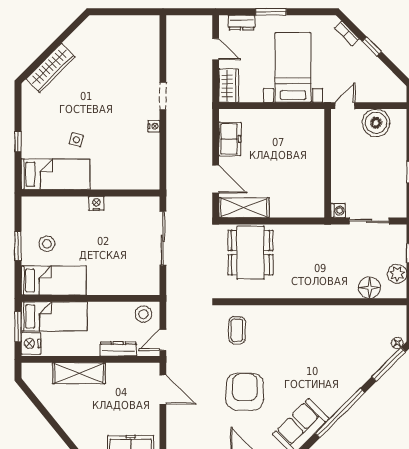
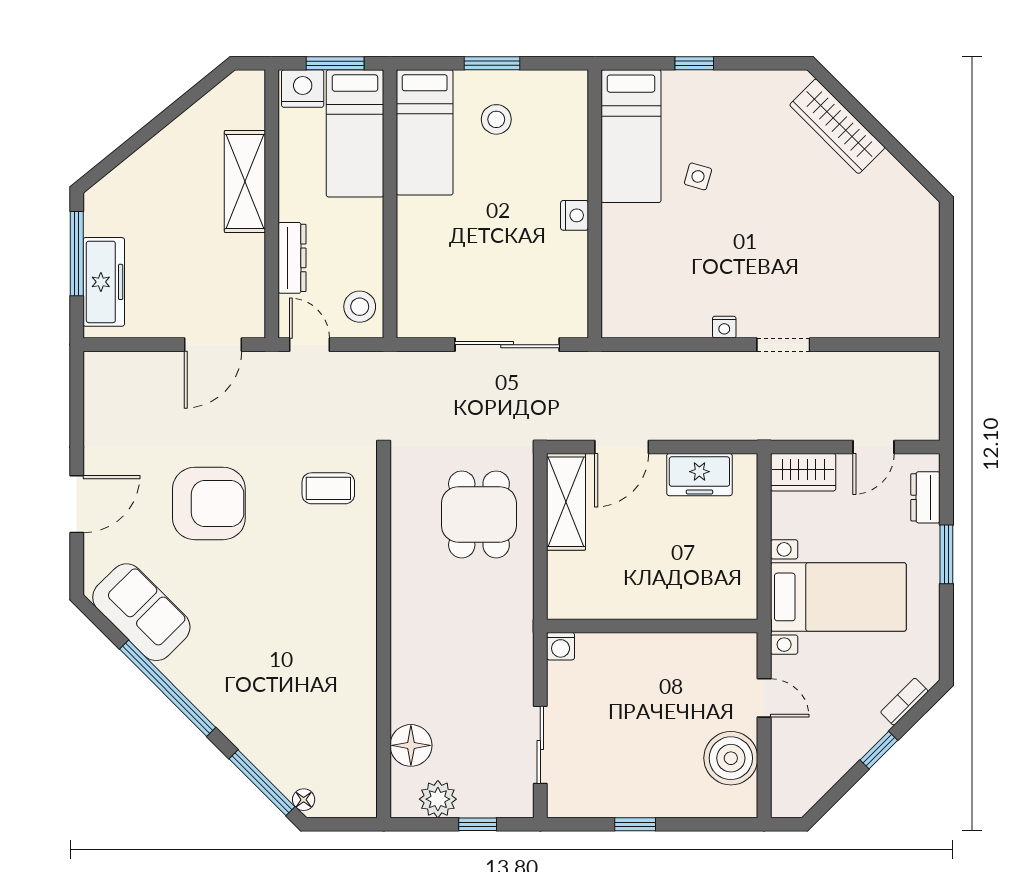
wall: (328, 163) -> (652, 626), moved
washing machine: (338, 211) -> (561, 646), moved
dining table: (250, 253) -> (479, 514), width x0.73

